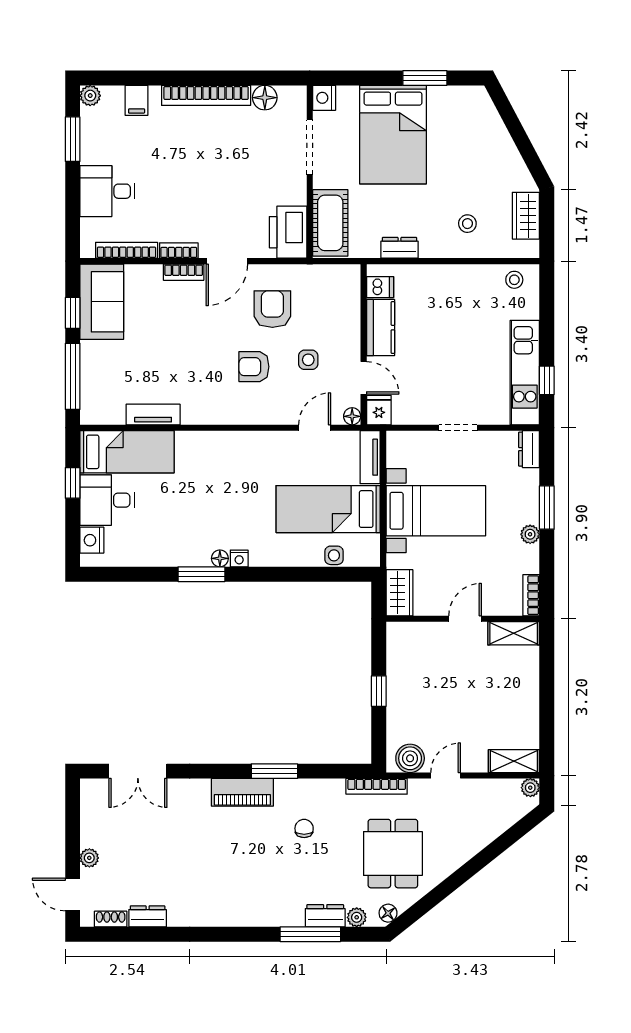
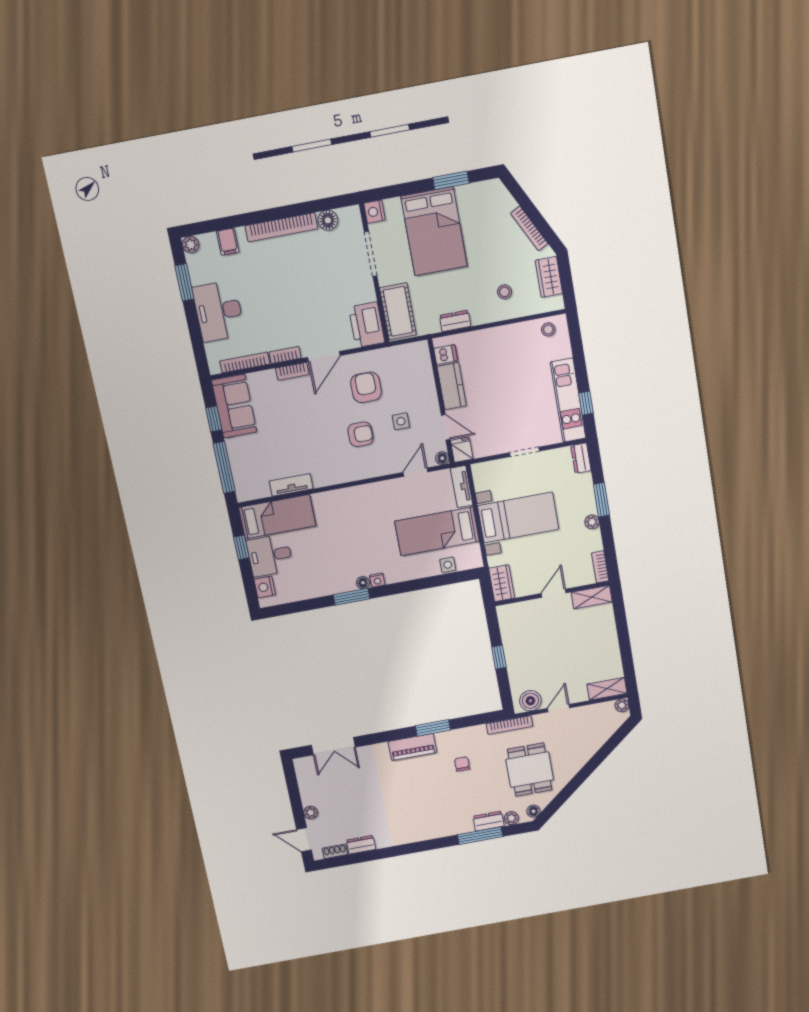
bookcase: (511, 153) -> (529, 228), added
desk: (107, 191) -> (219, 311), width x1.37
armchair: (254, 367) -> (361, 434), turned 180

